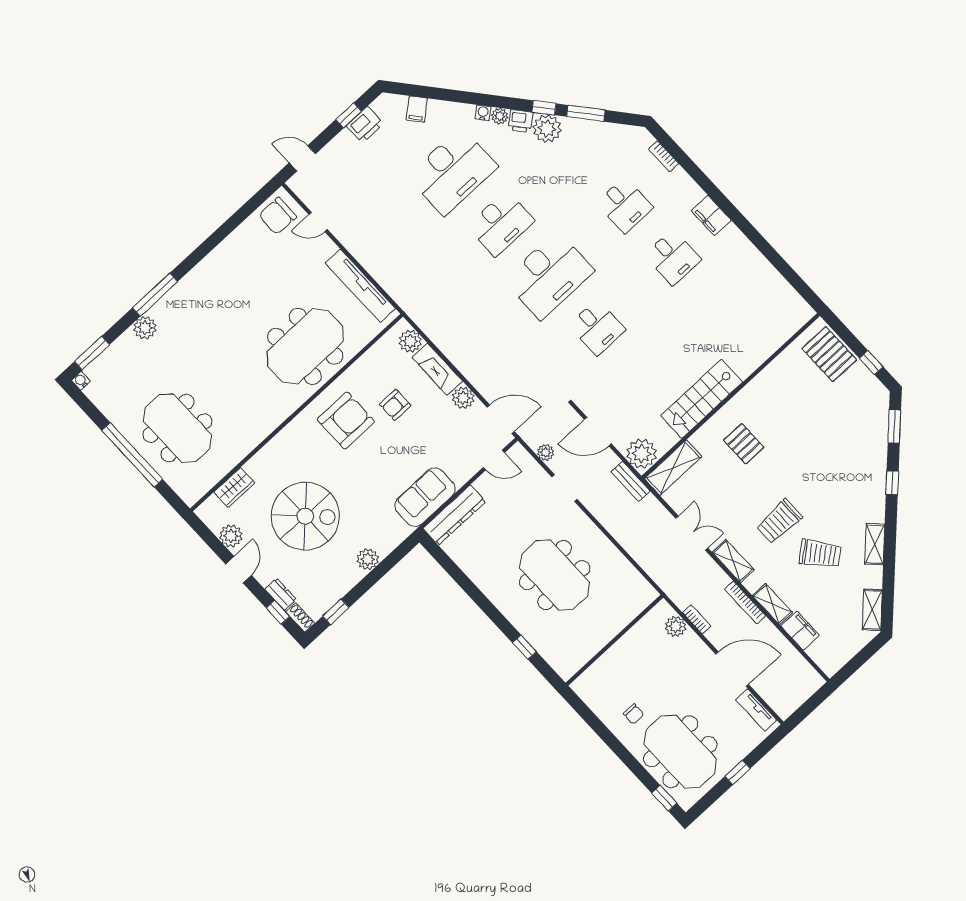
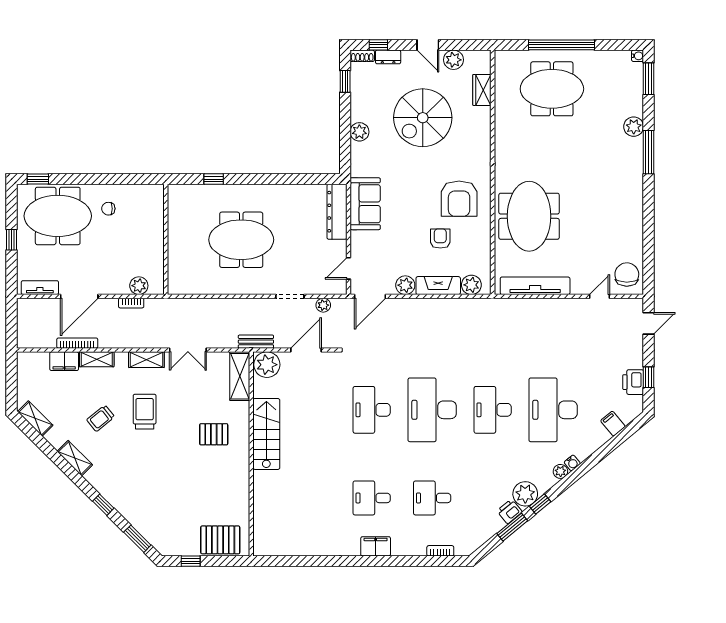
printer: (520, 121) -> (509, 511), moved
desk: (597, 328) -> (372, 410), width x1.37
trolley: (820, 554) -> (101, 418), width x0.73, depth x0.72
bookcase: (745, 603) -> (77, 343), moved

